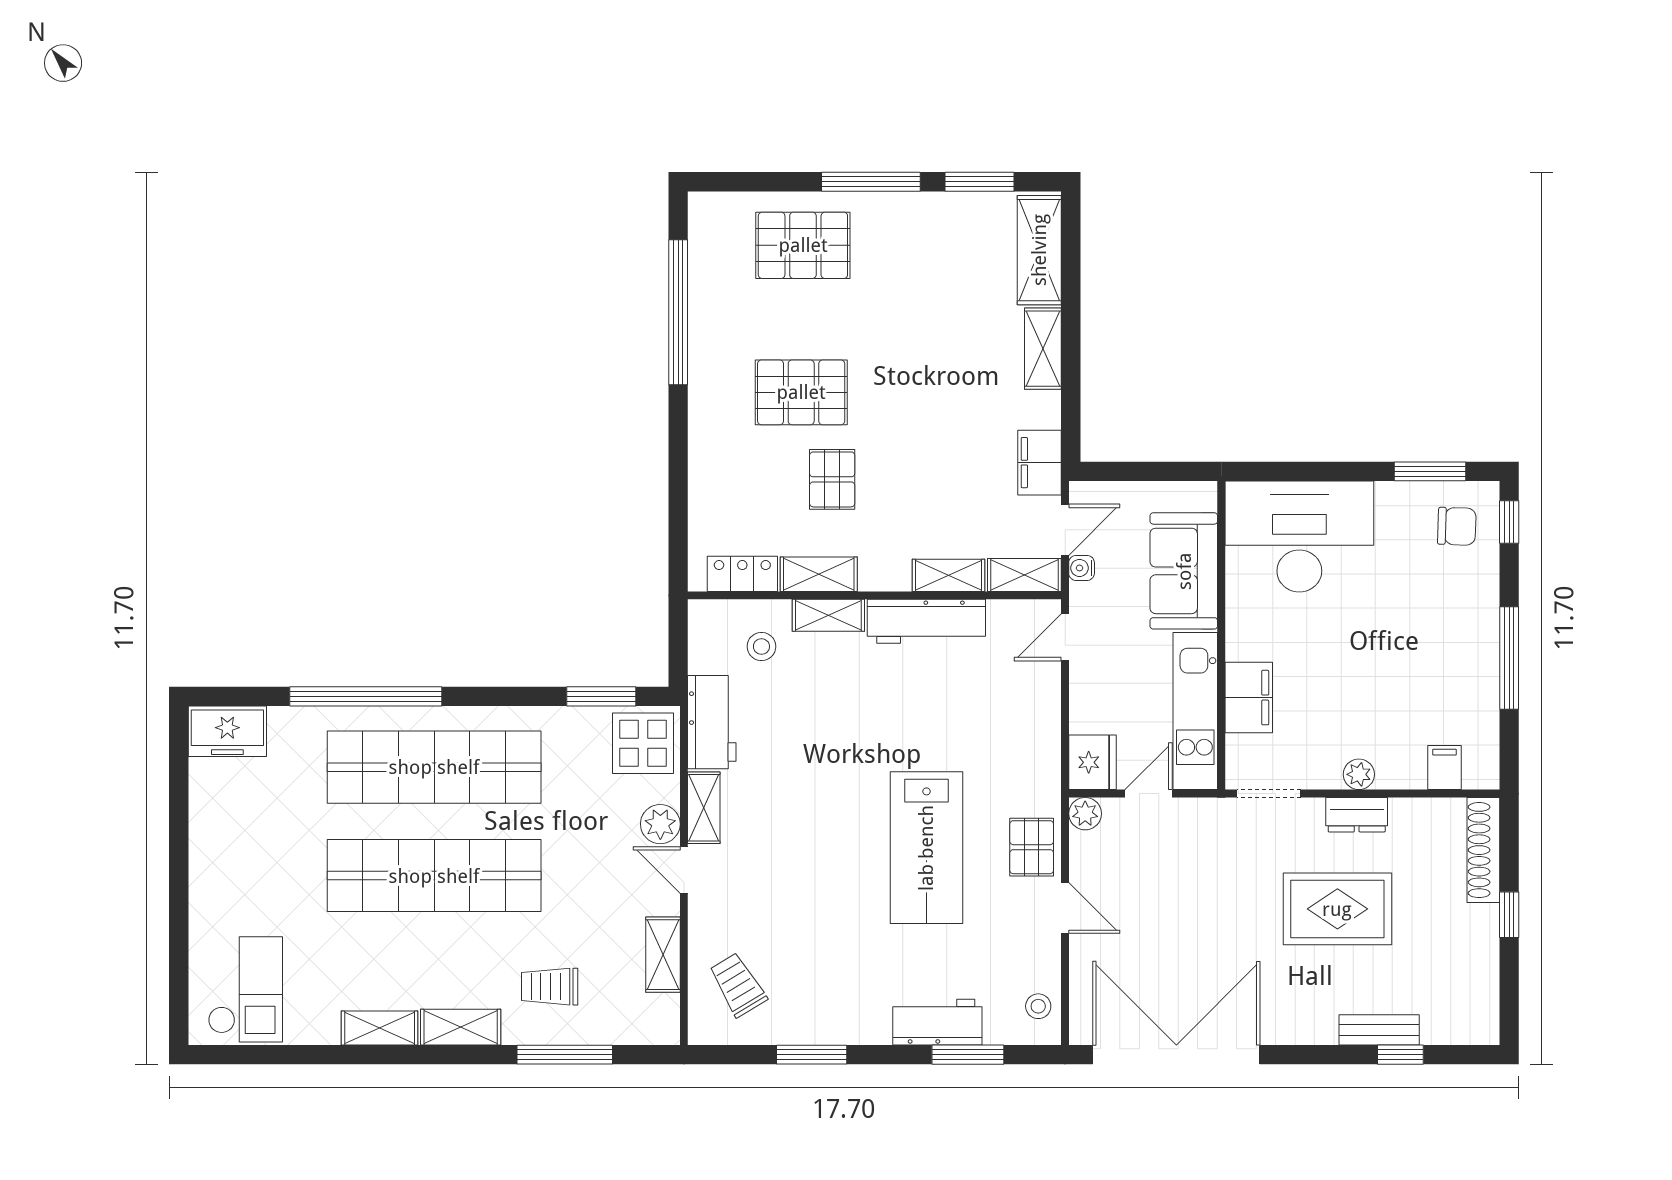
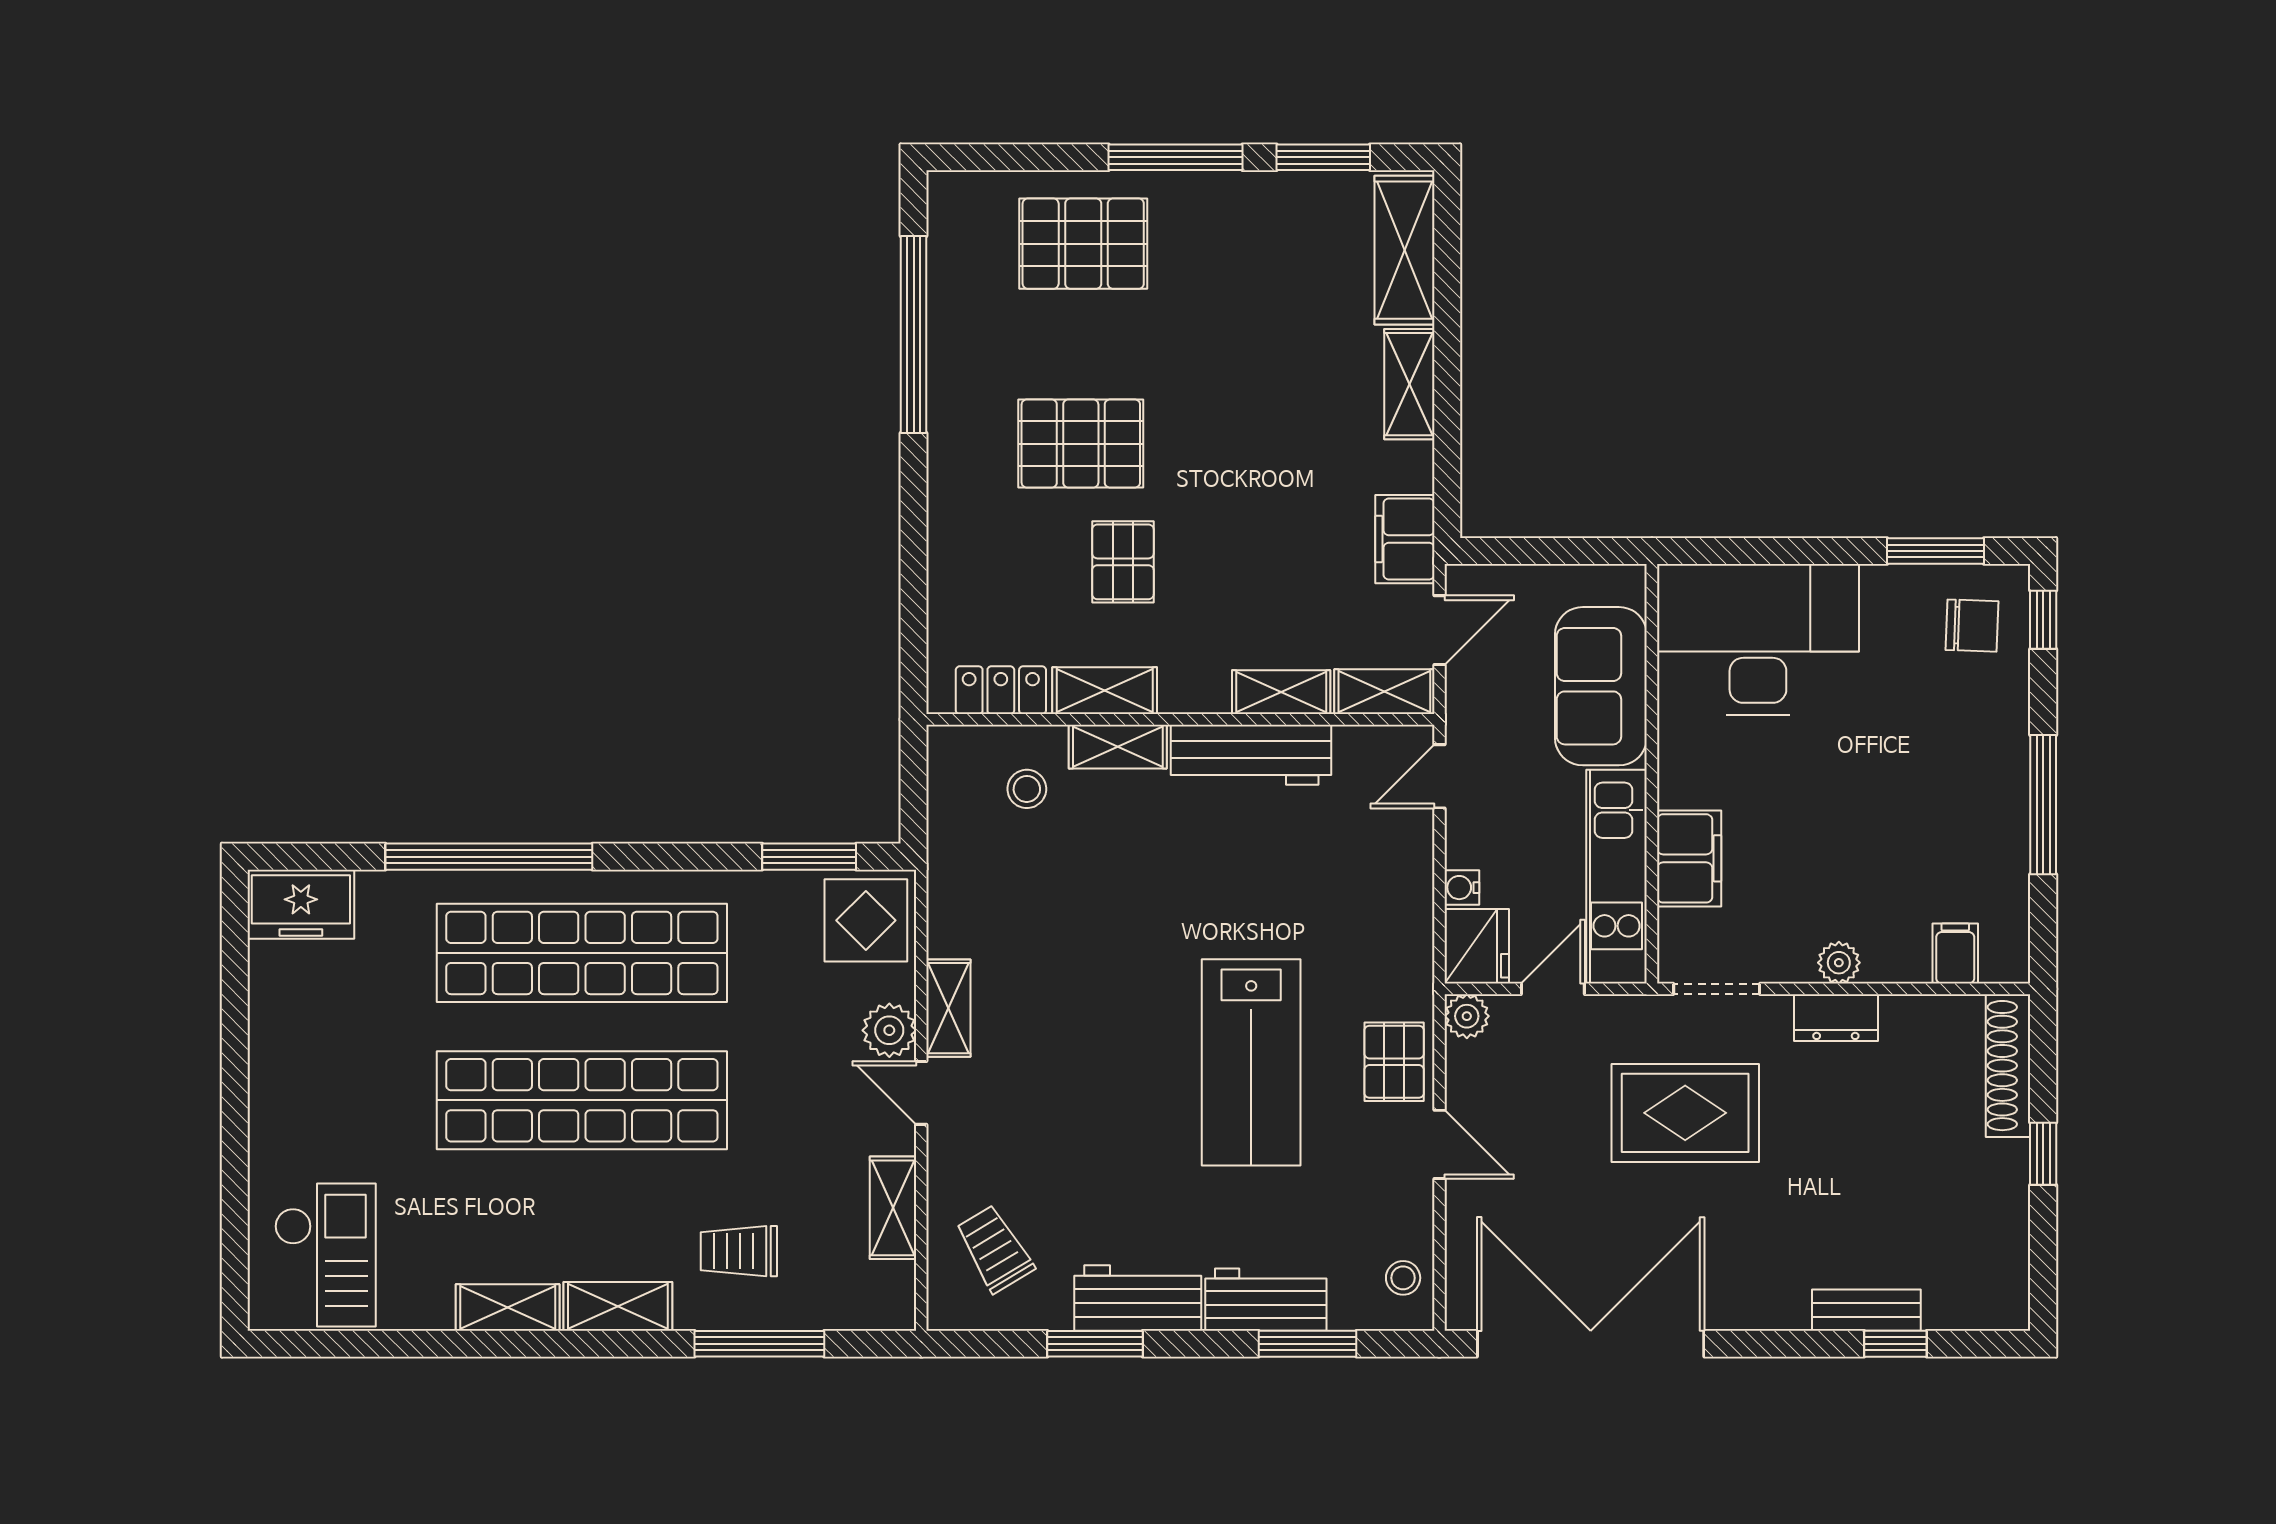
water cooler: (1082, 568) -> (1462, 888), moved
workbench: (712, 722) -> (1138, 1298), moved, turned -90
rug: (1337, 909) -> (1685, 1113), moved

